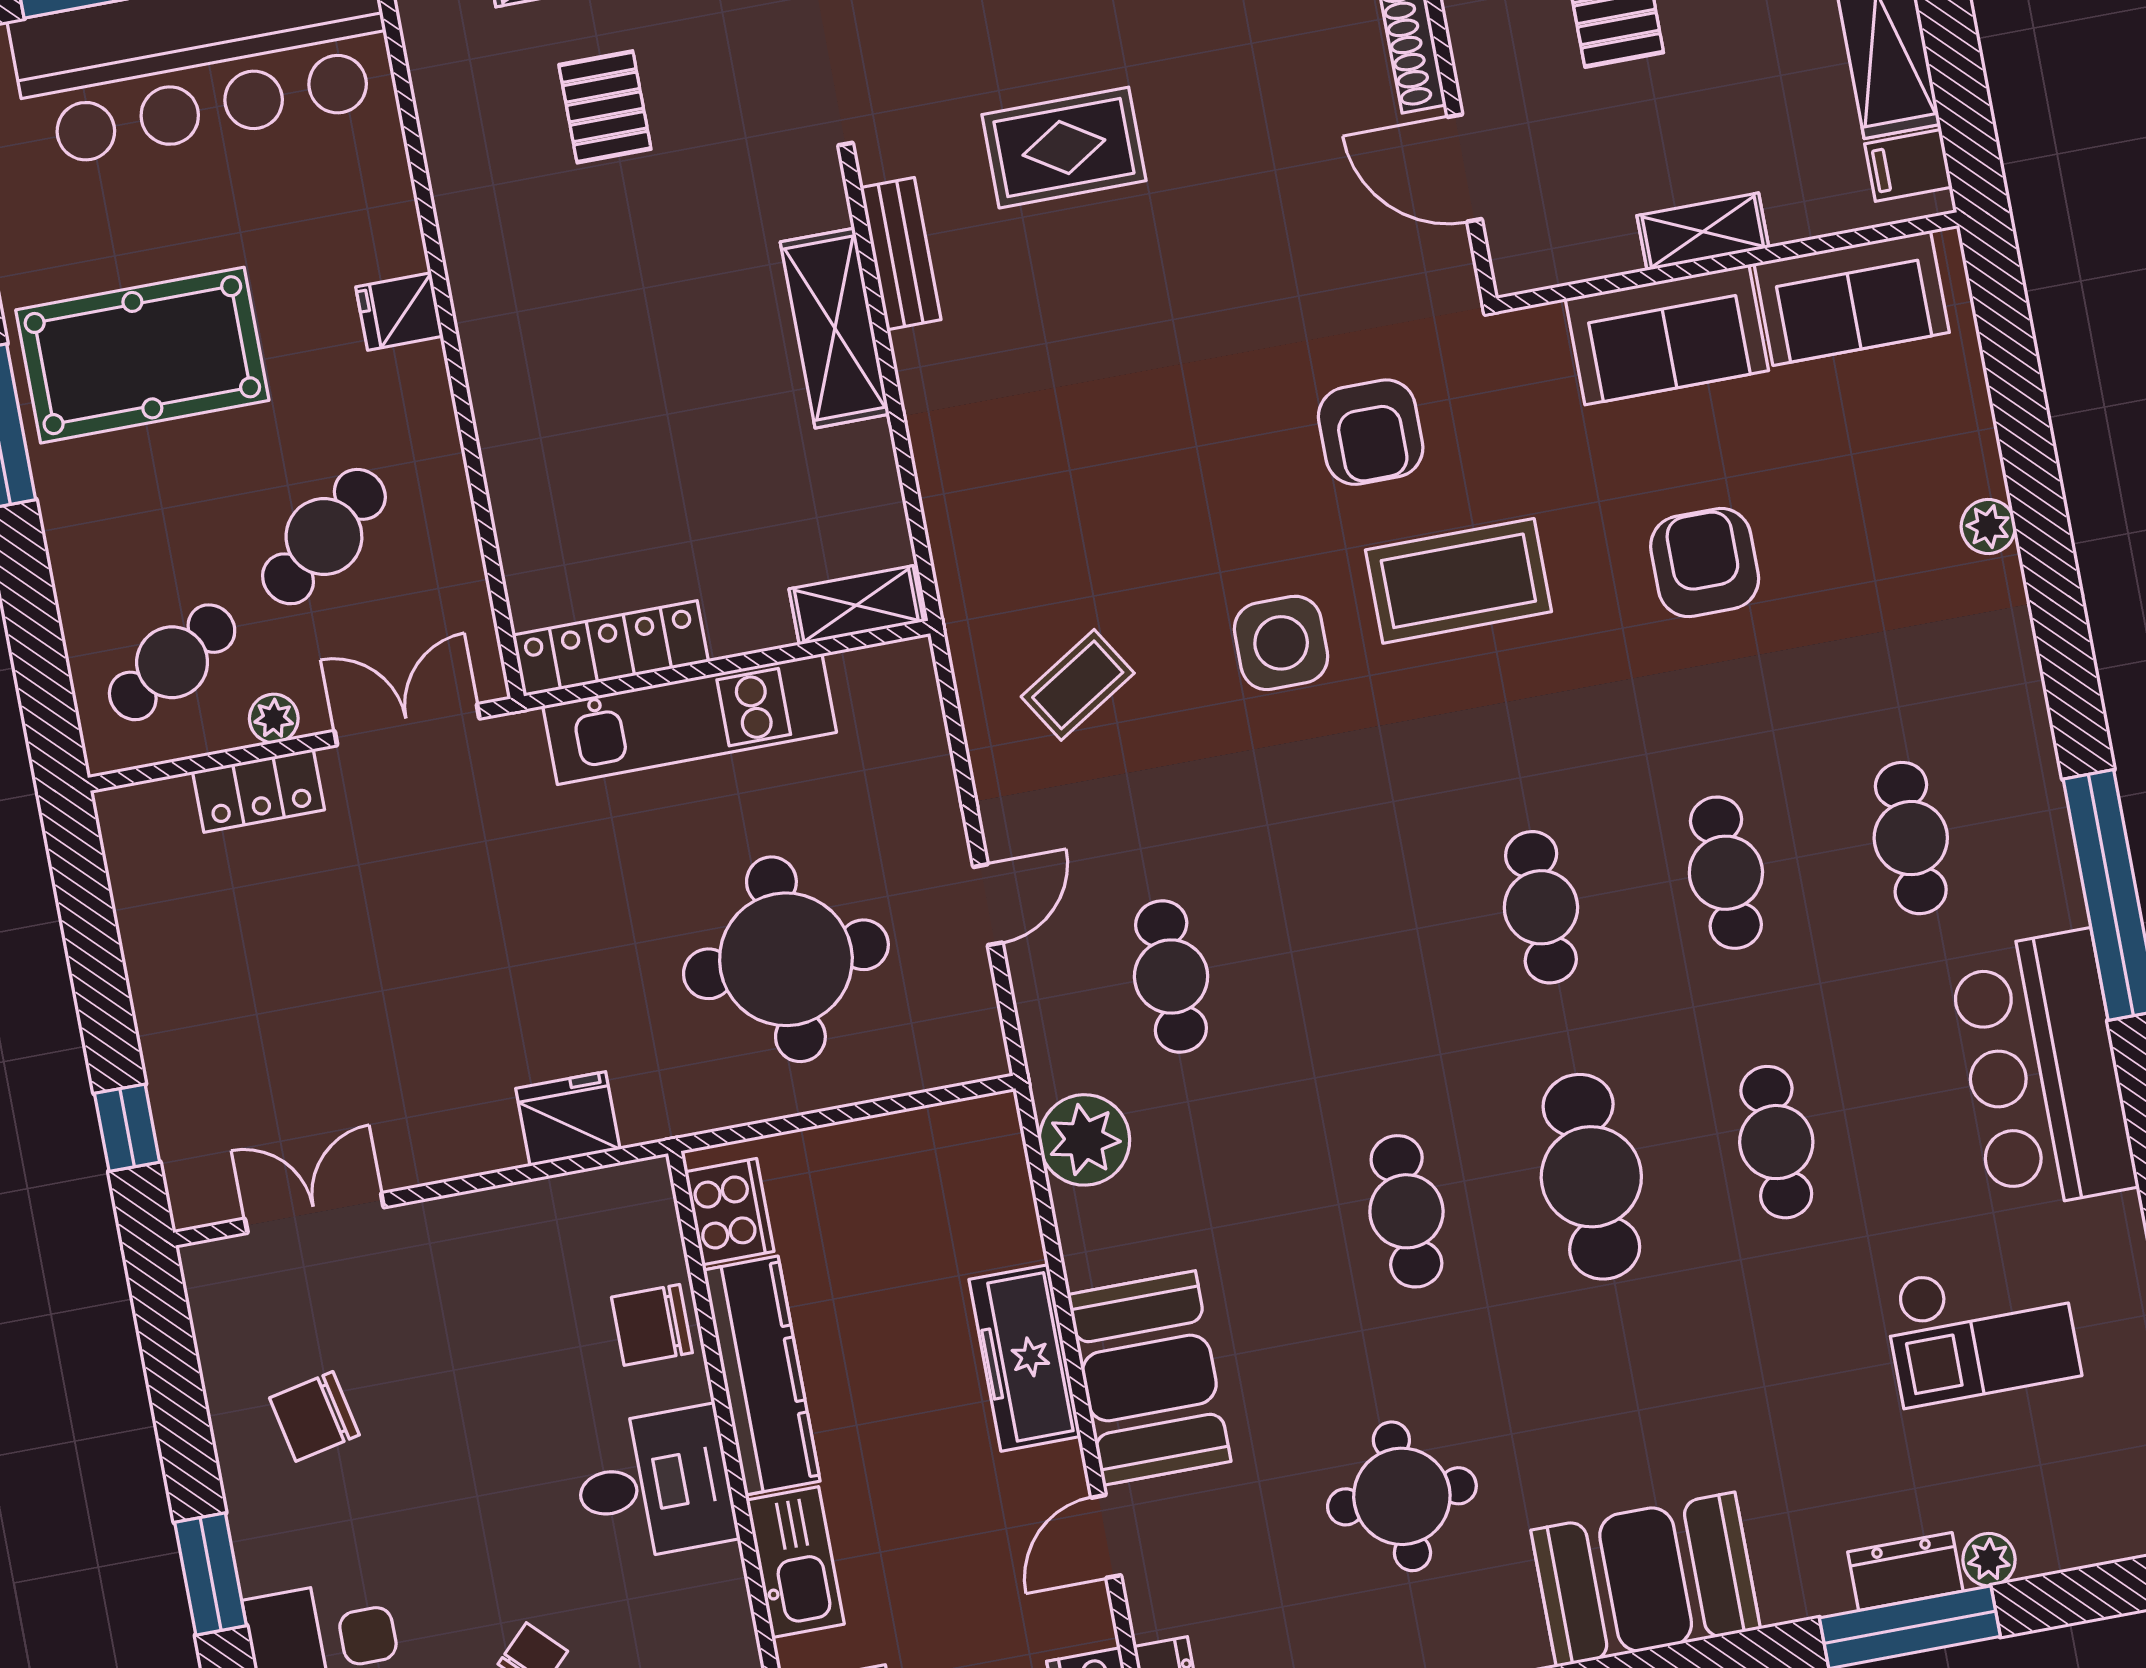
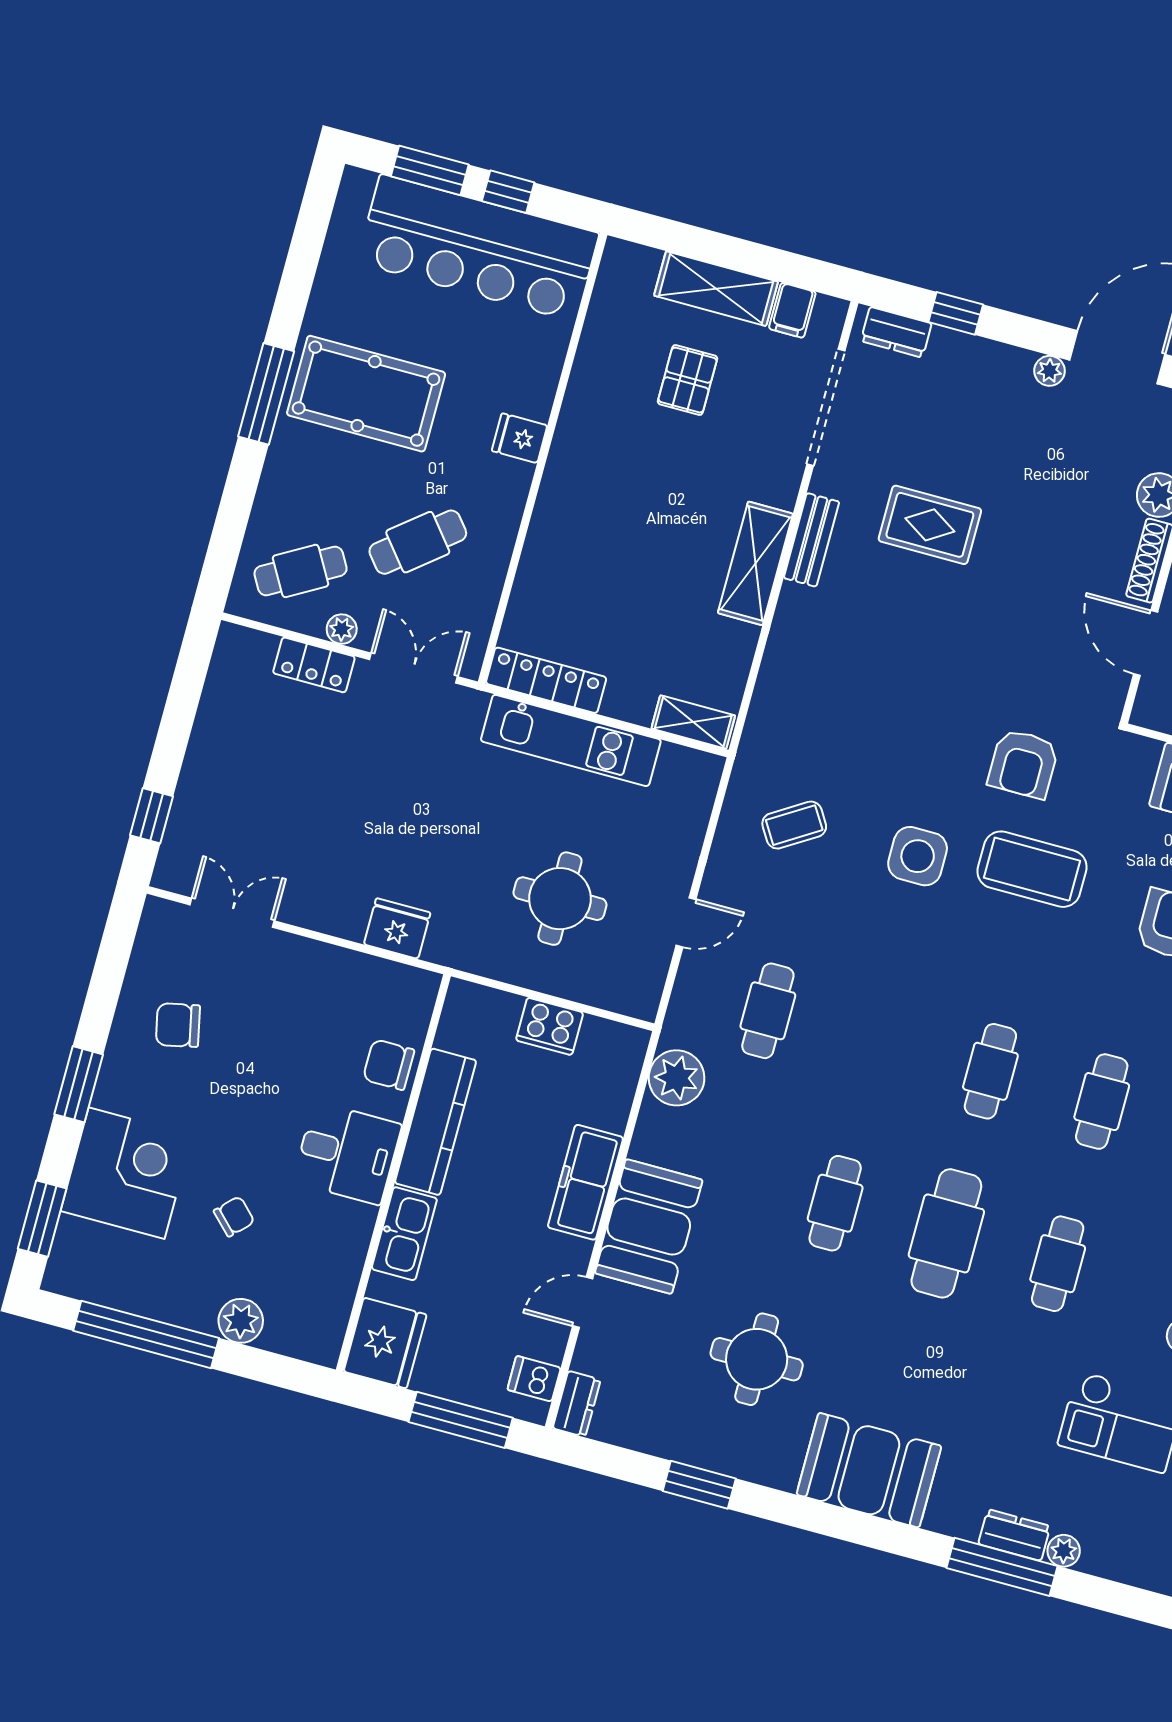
round table: (786, 959) -> (560, 899), width x0.73, depth x0.73
cooker: (729, 1212) -> (550, 1026), moved, turned 90

